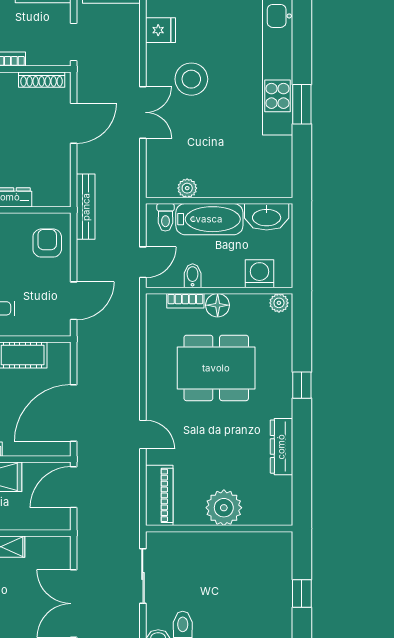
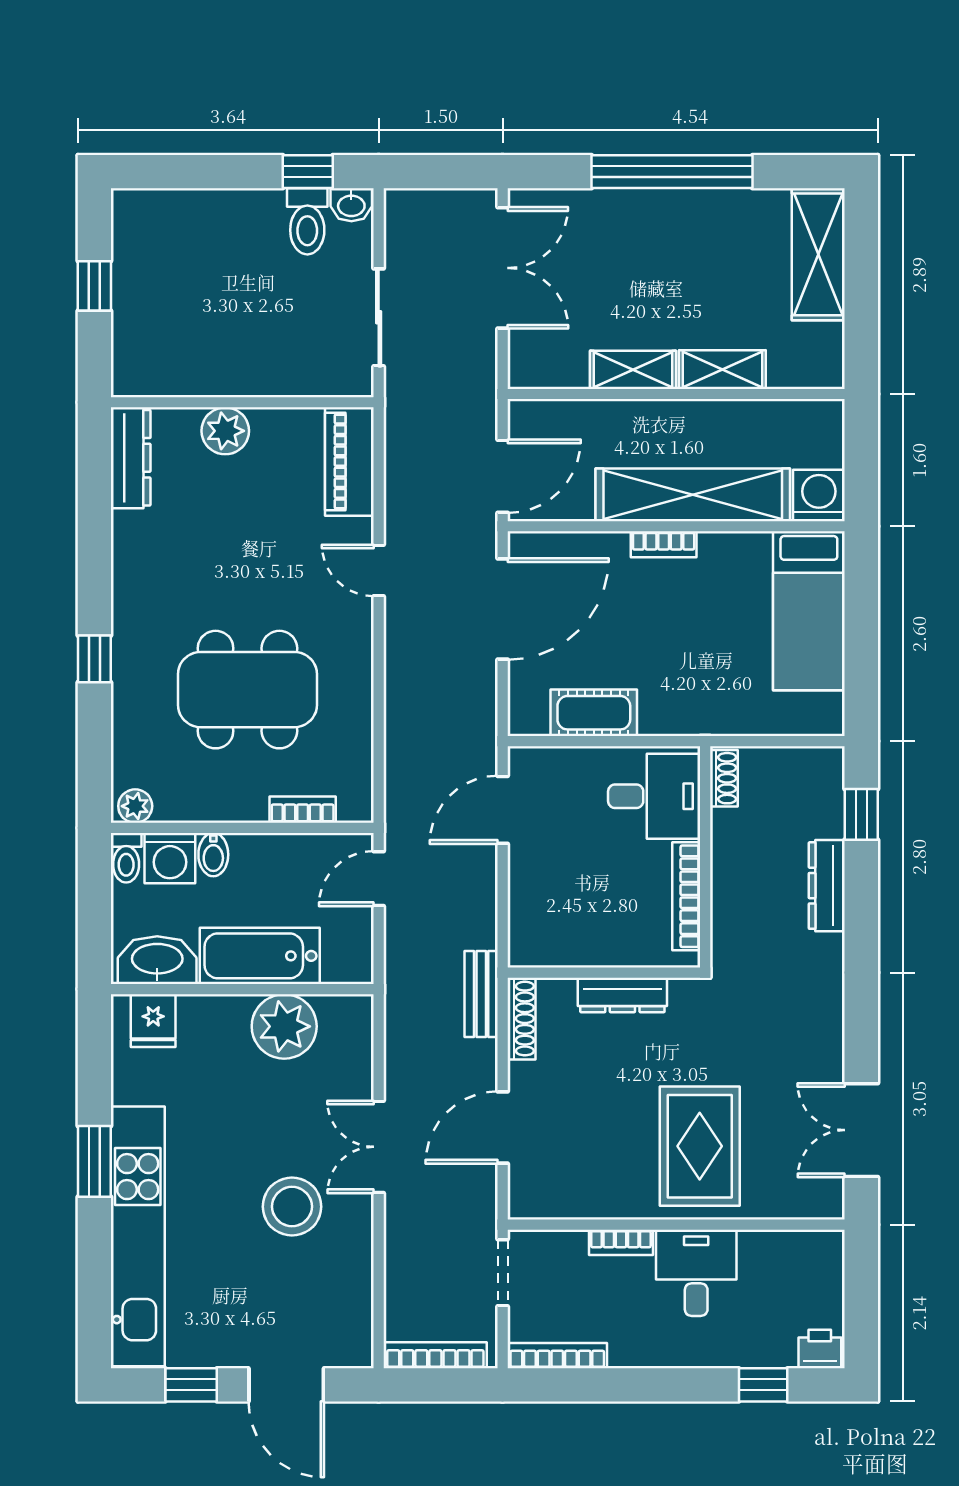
fridge: (161, 30) -> (153, 1021), moved, turned -90
shoe rack: (42, 80) -> (521, 1019), moved, turned 90
plant: (187, 188) -> (284, 1026), width x1.88, depth x1.88
bench: (86, 207) -> (481, 994), width x0.73
toilet: (165, 217) -> (126, 858), moved, turned 180
armchair: (47, 243) -> (550, 913), removed
bidet: (193, 276) -> (213, 855), moved
floor lamp: (218, 305) -> (245, 802), removed
dresser: (281, 447) -> (131, 458), moved
plant: (224, 508) -> (225, 431), width x0.73, depth x0.73

